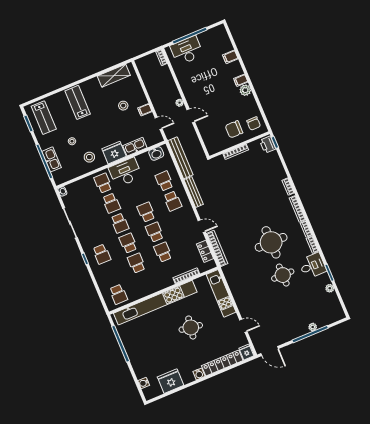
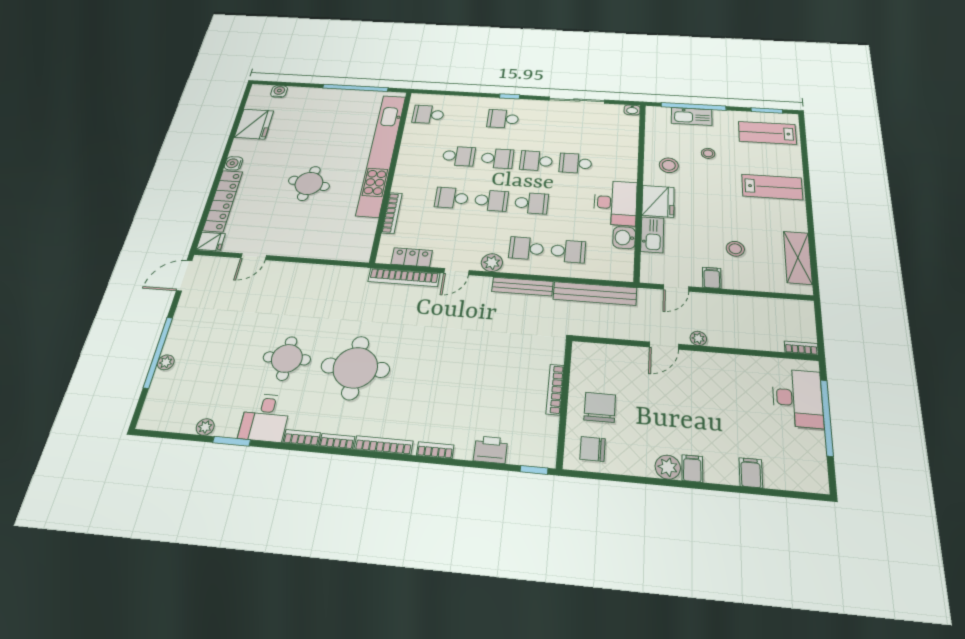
printer: (268, 145) -> (491, 450), moved
washbasin: (156, 153) -> (624, 238), moved
school desk: (103, 183) -> (615, 166), removed
plant: (189, 213) -> (492, 263), added
school desk: (163, 252) -> (452, 198), turned 180
kitchen unit: (221, 293) -> (328, 249), removed

